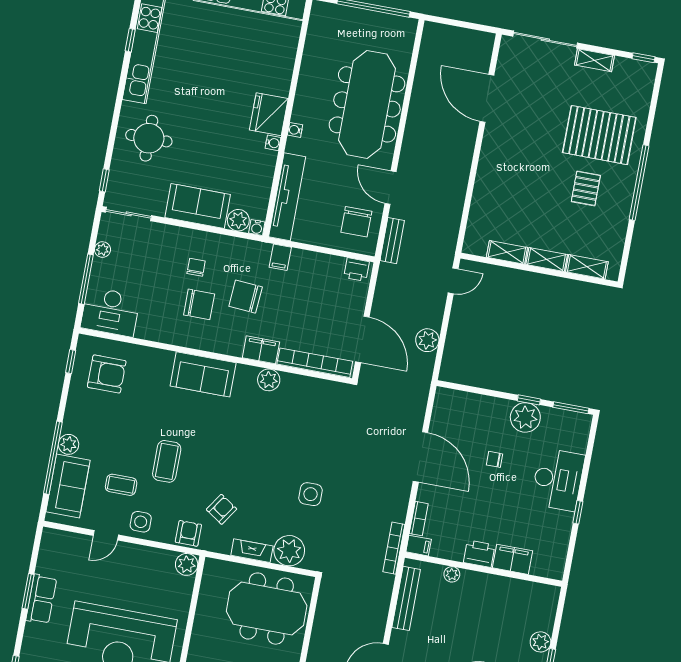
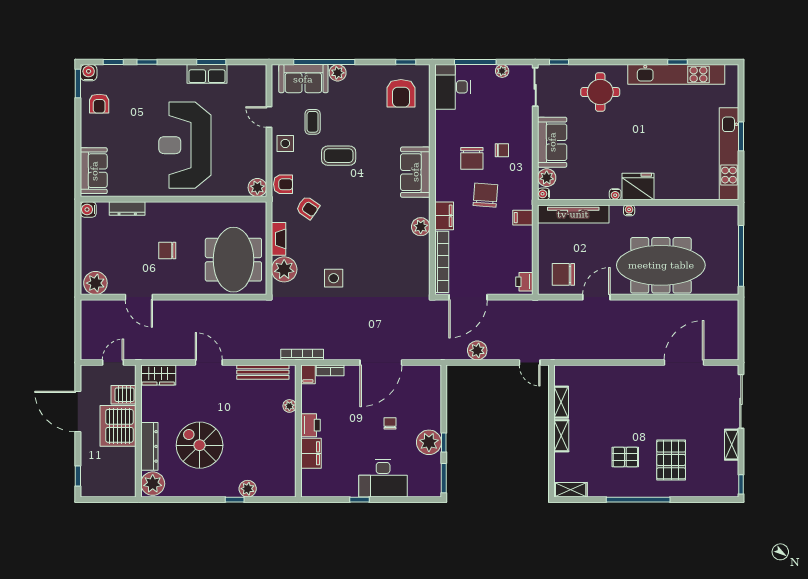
pallet: (599, 135) -> (671, 460), width x0.73, depth x0.71
bench: (392, 241) -> (553, 307), removed
shelving: (587, 267) -> (571, 490), moved, turned 90

